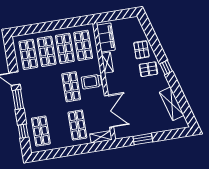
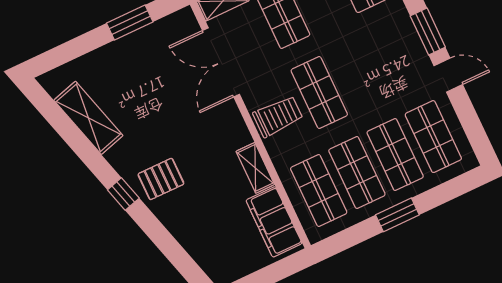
window: (53, 26) -> (397, 215), added
pallet: (141, 50) -> (188, 217), removed

